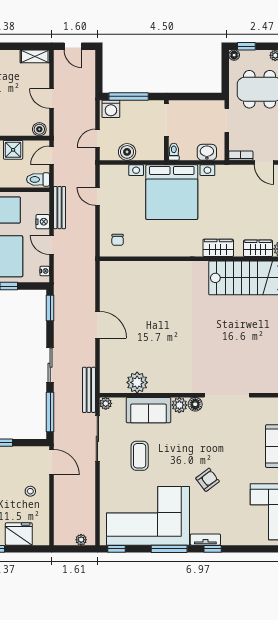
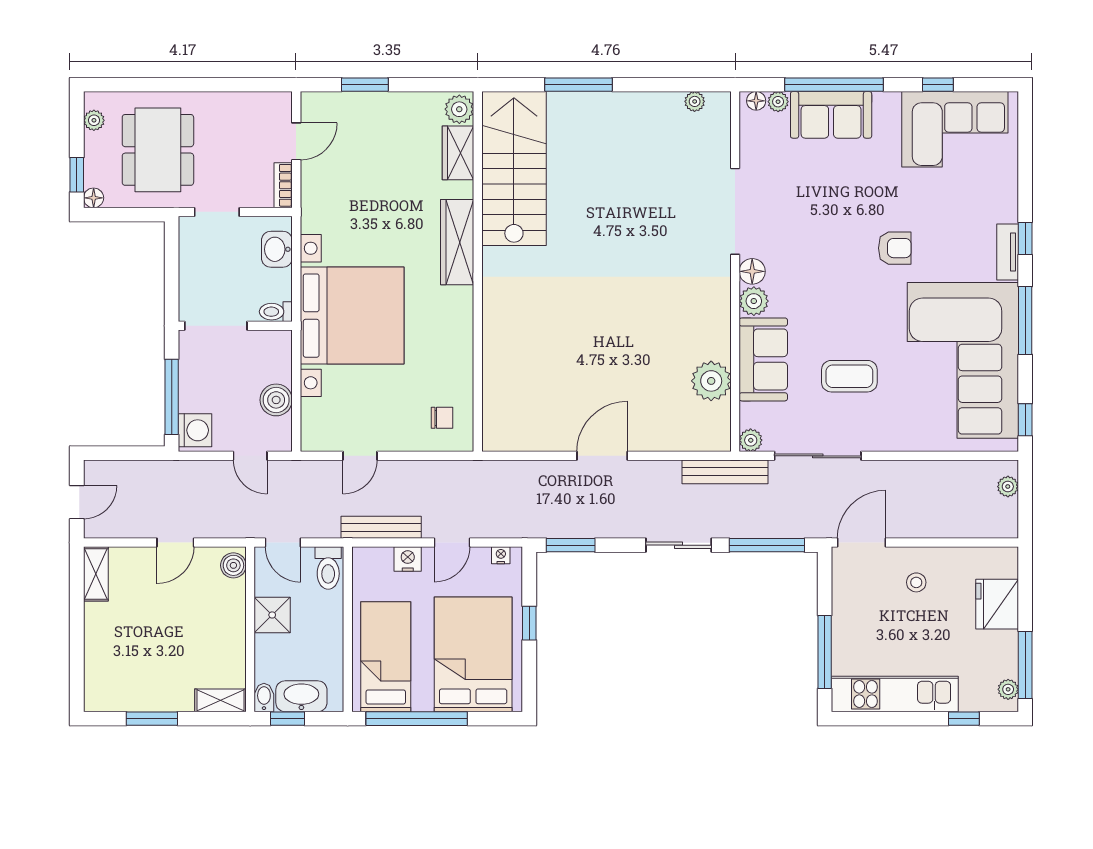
wardrobe: (218, 248) -> (457, 242), width x1.50
armchair: (208, 480) -> (895, 248), turned 127

